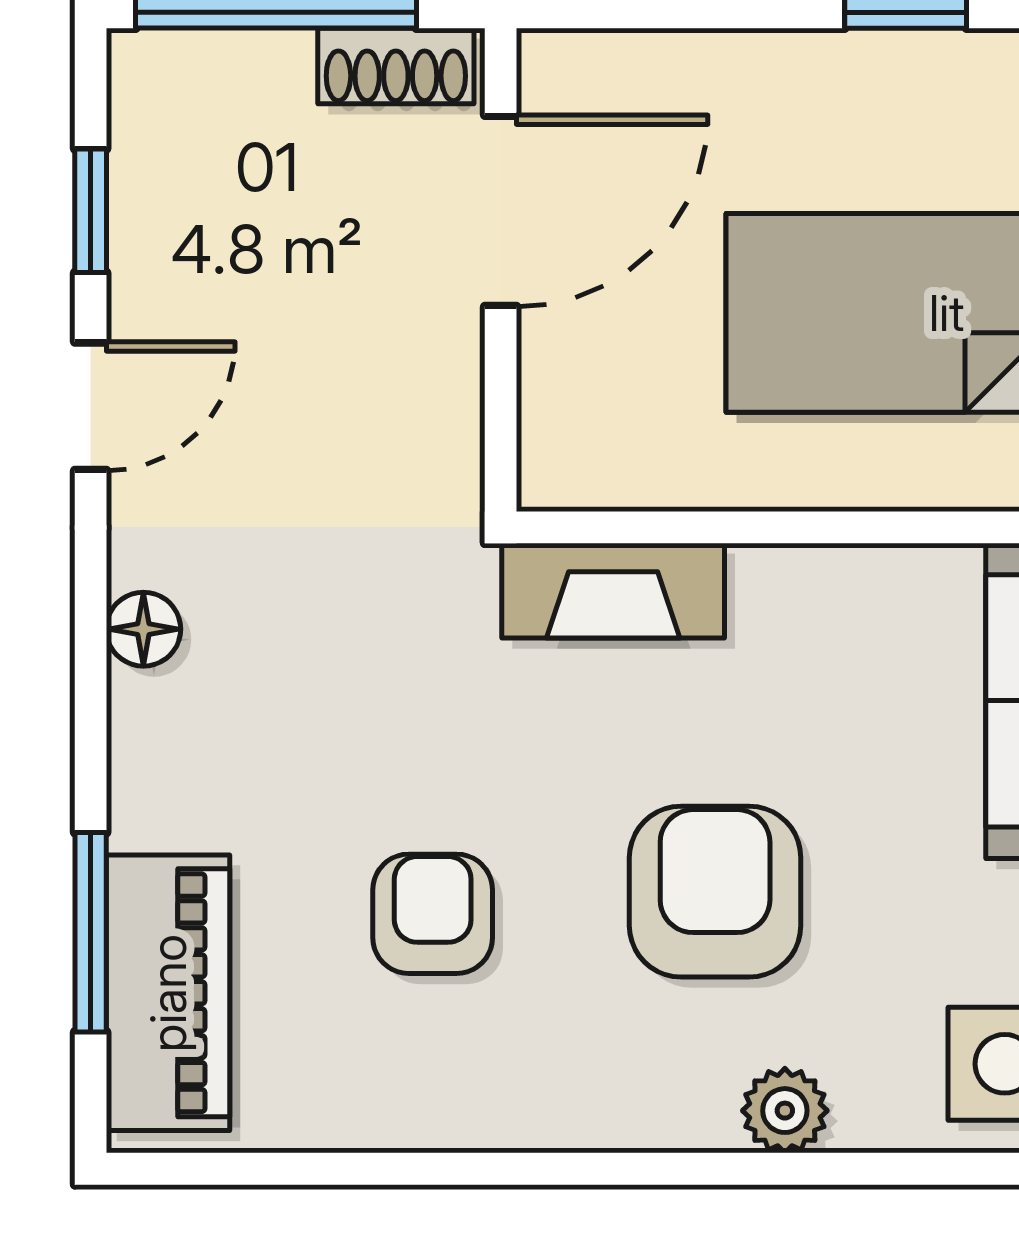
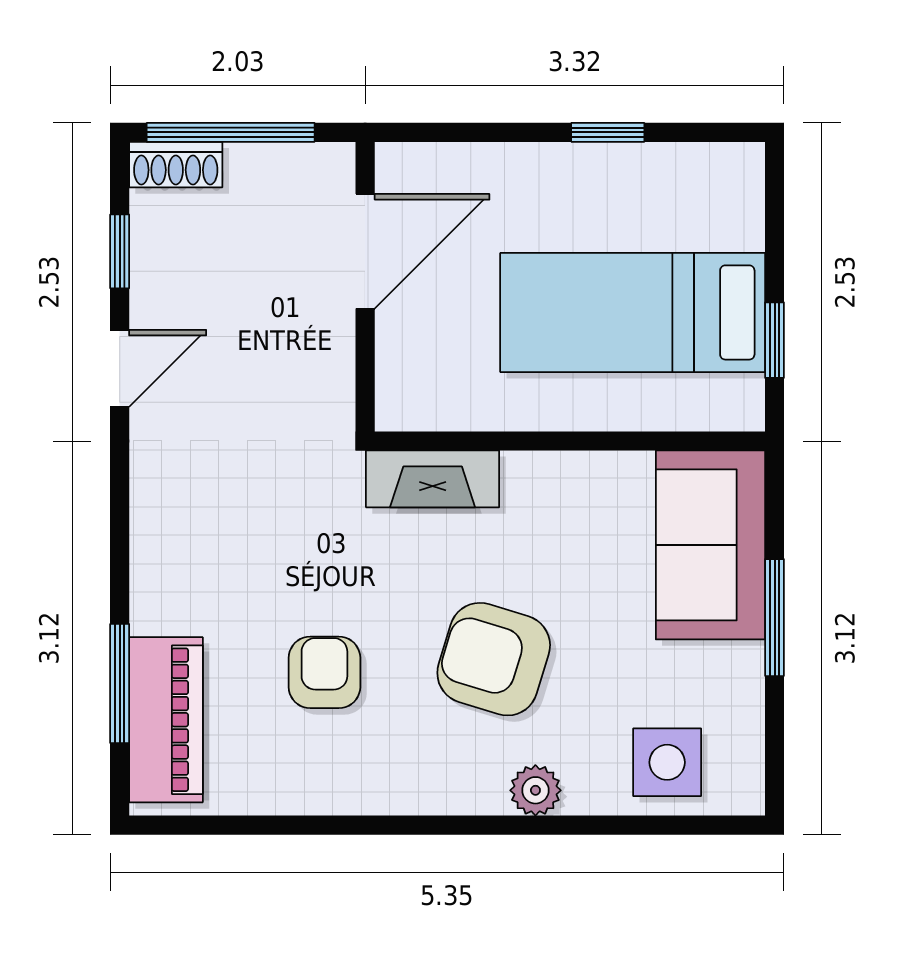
shoe rack: (396, 66) -> (176, 165), moved
floor lamp: (143, 629) -> (151, 502), removed
armchair: (715, 892) -> (494, 659), turned -73

